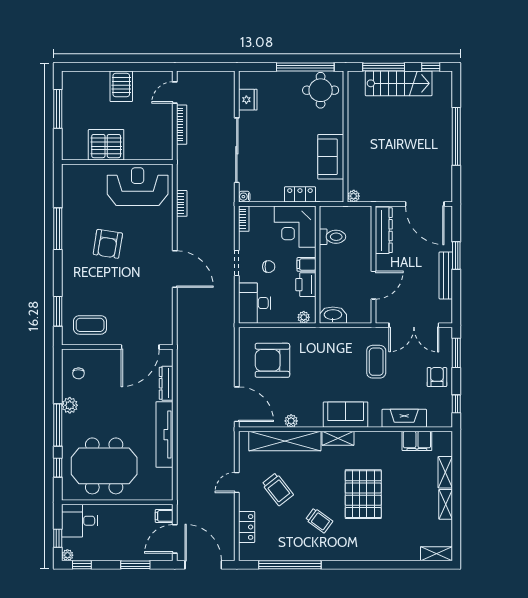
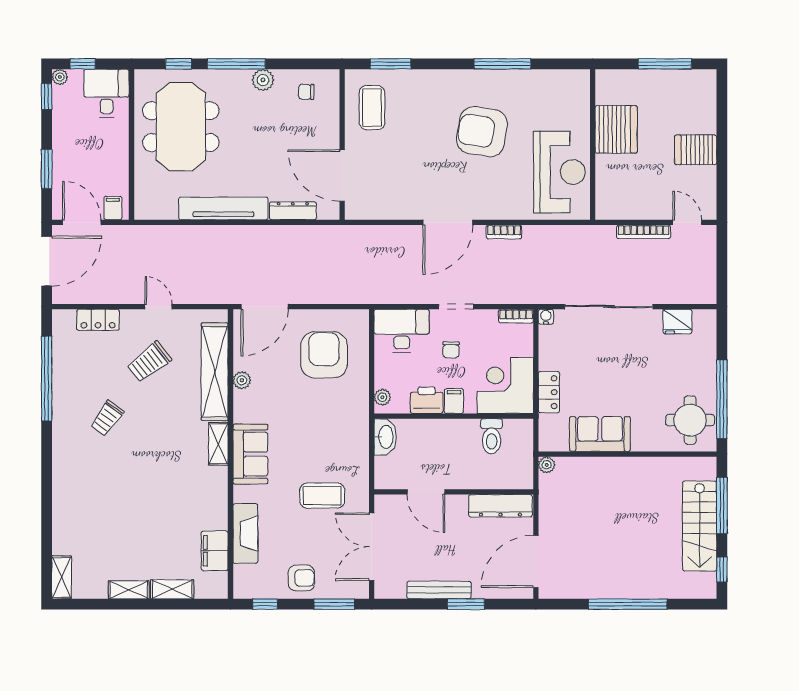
bookcase: (182, 203) -> (504, 232), moved
armchair: (108, 244) -> (482, 132), width x1.36, depth x1.36
pallet: (363, 494) -> (143, 478), removed

